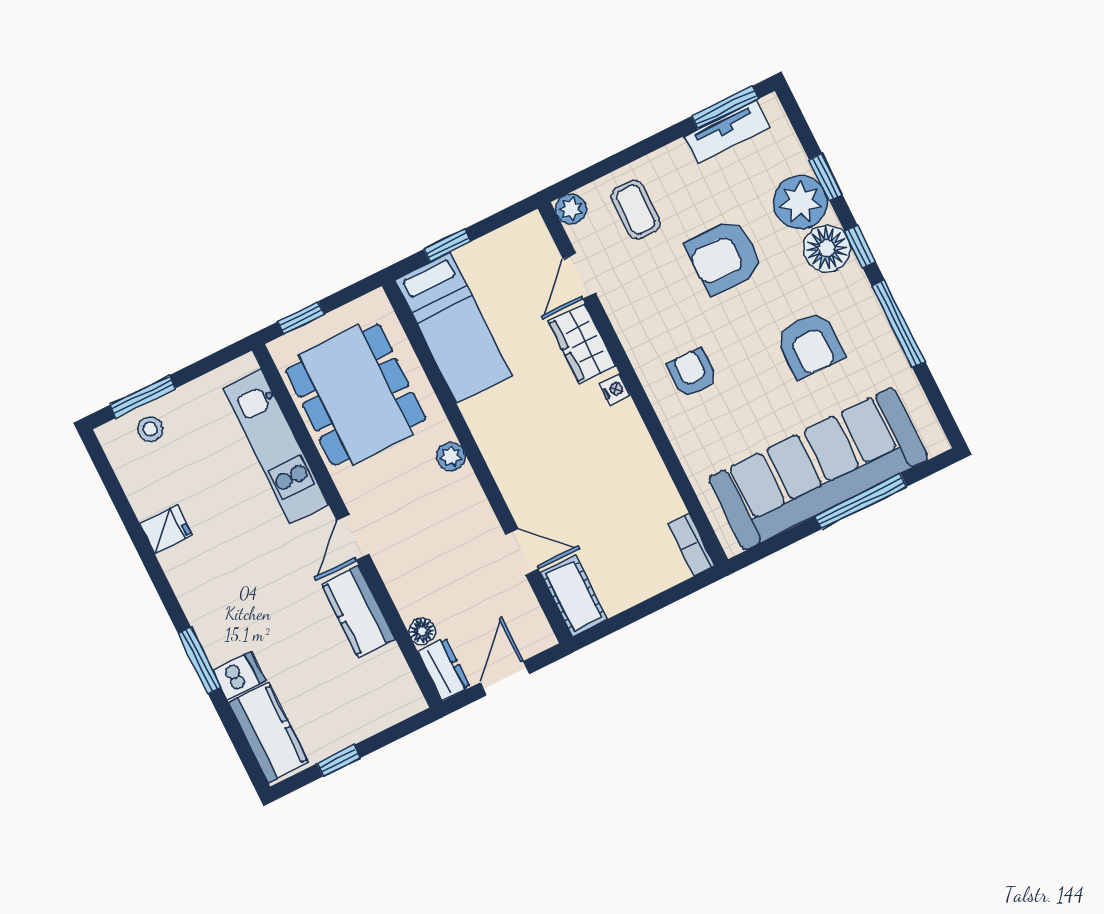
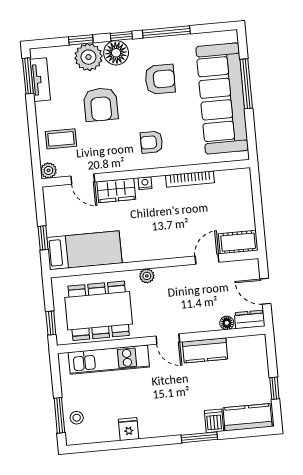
bookcase: (692, 545) -> (190, 179), moved, width x1.56

